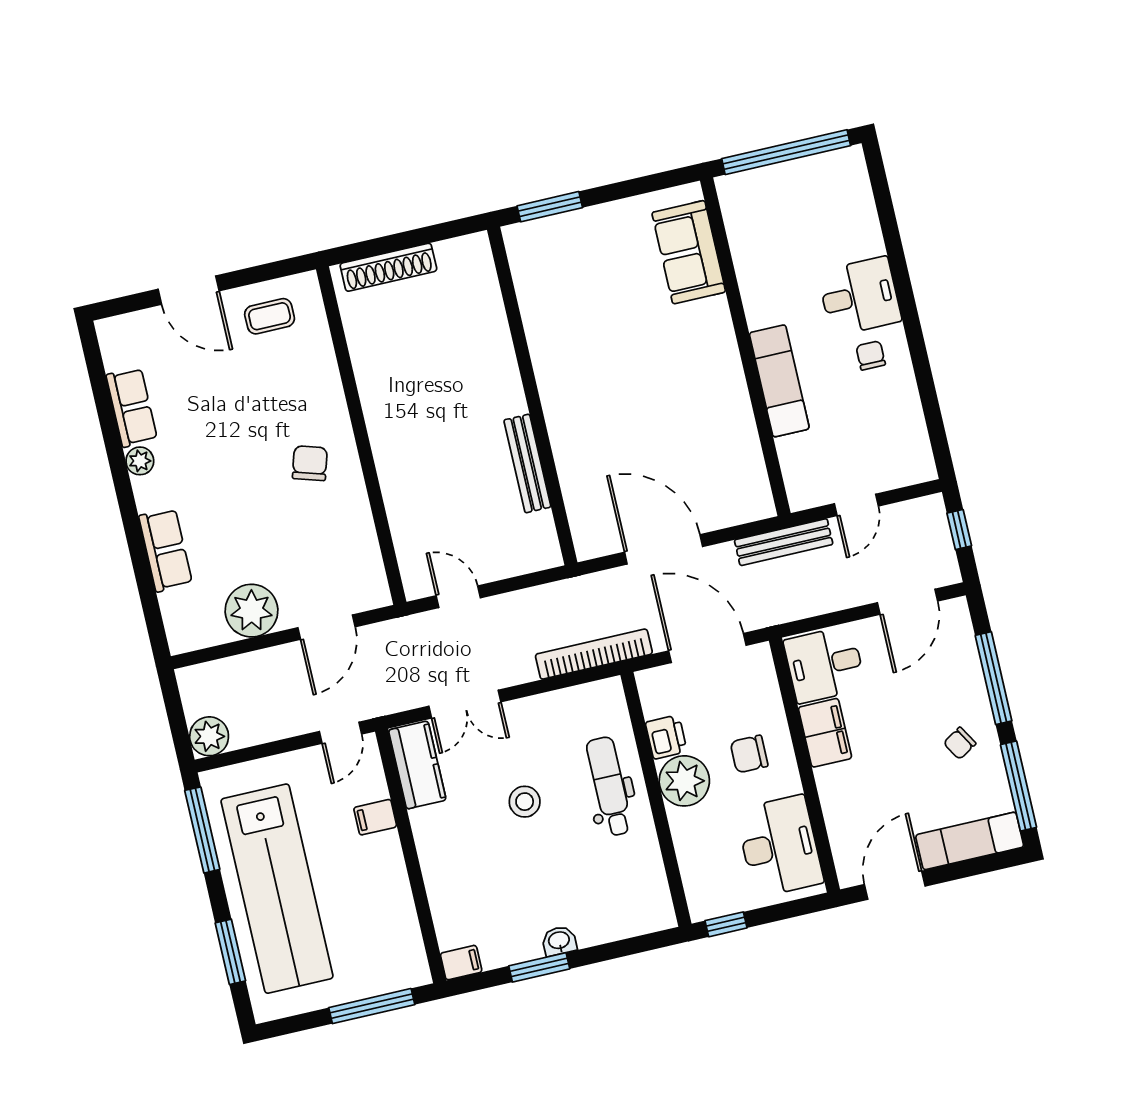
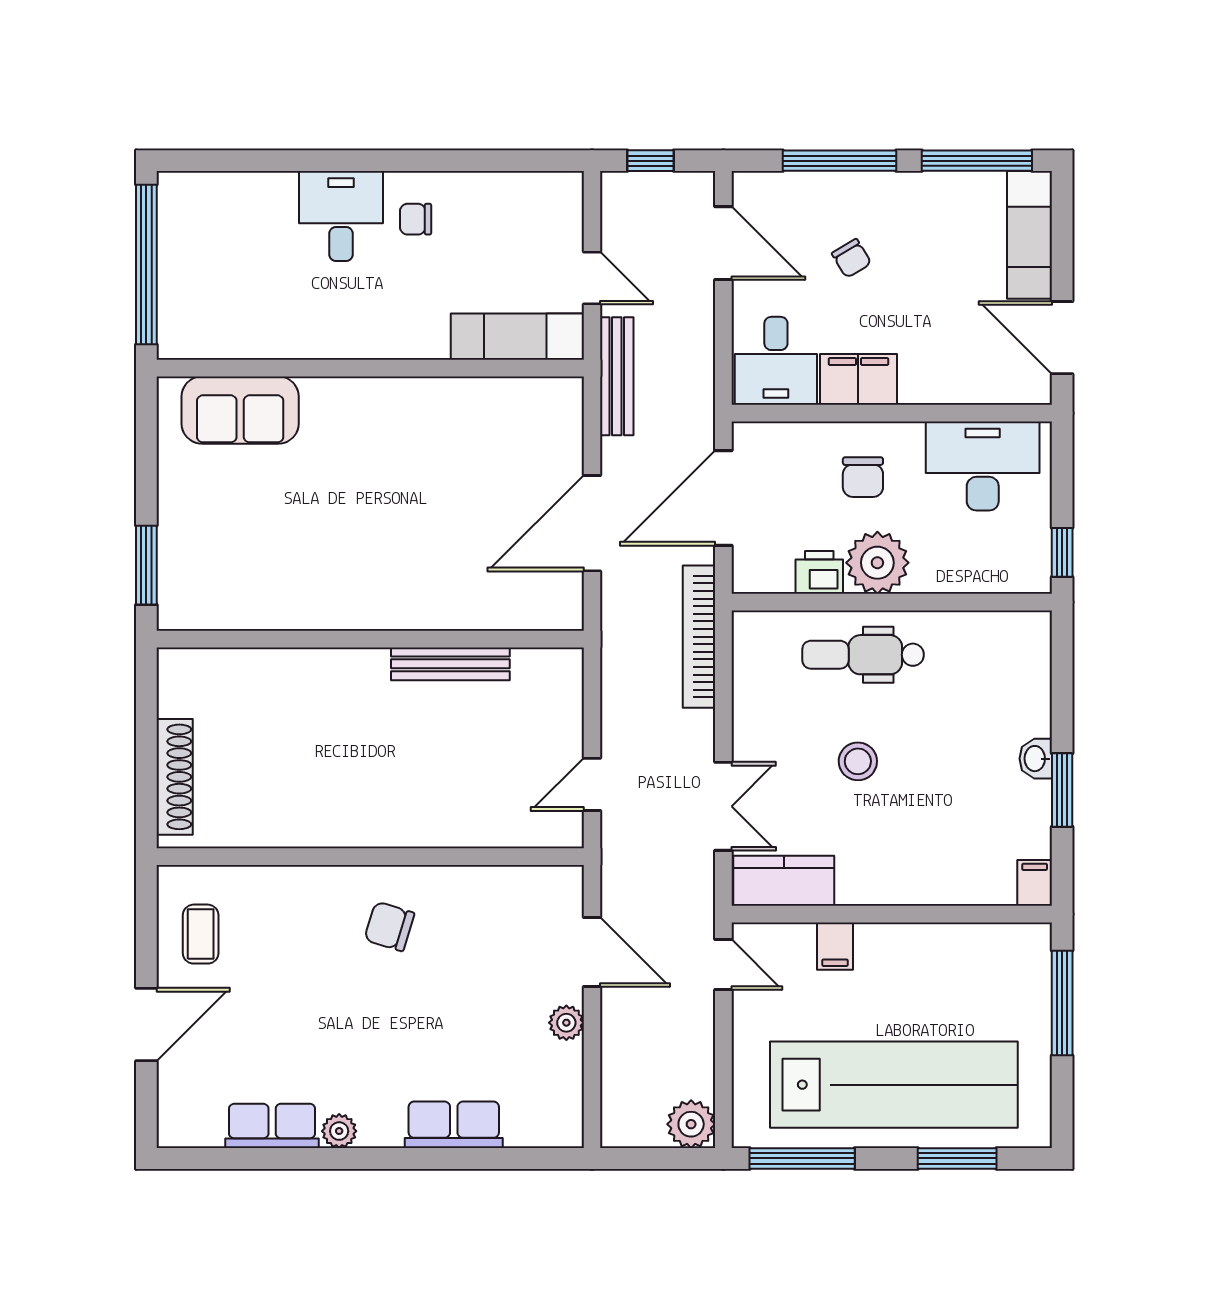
exam couch: (779, 381) -> (517, 337), moved
plant: (252, 611) -> (566, 1023), width x0.53, depth x0.53
chair: (960, 743) -> (851, 258), moved

